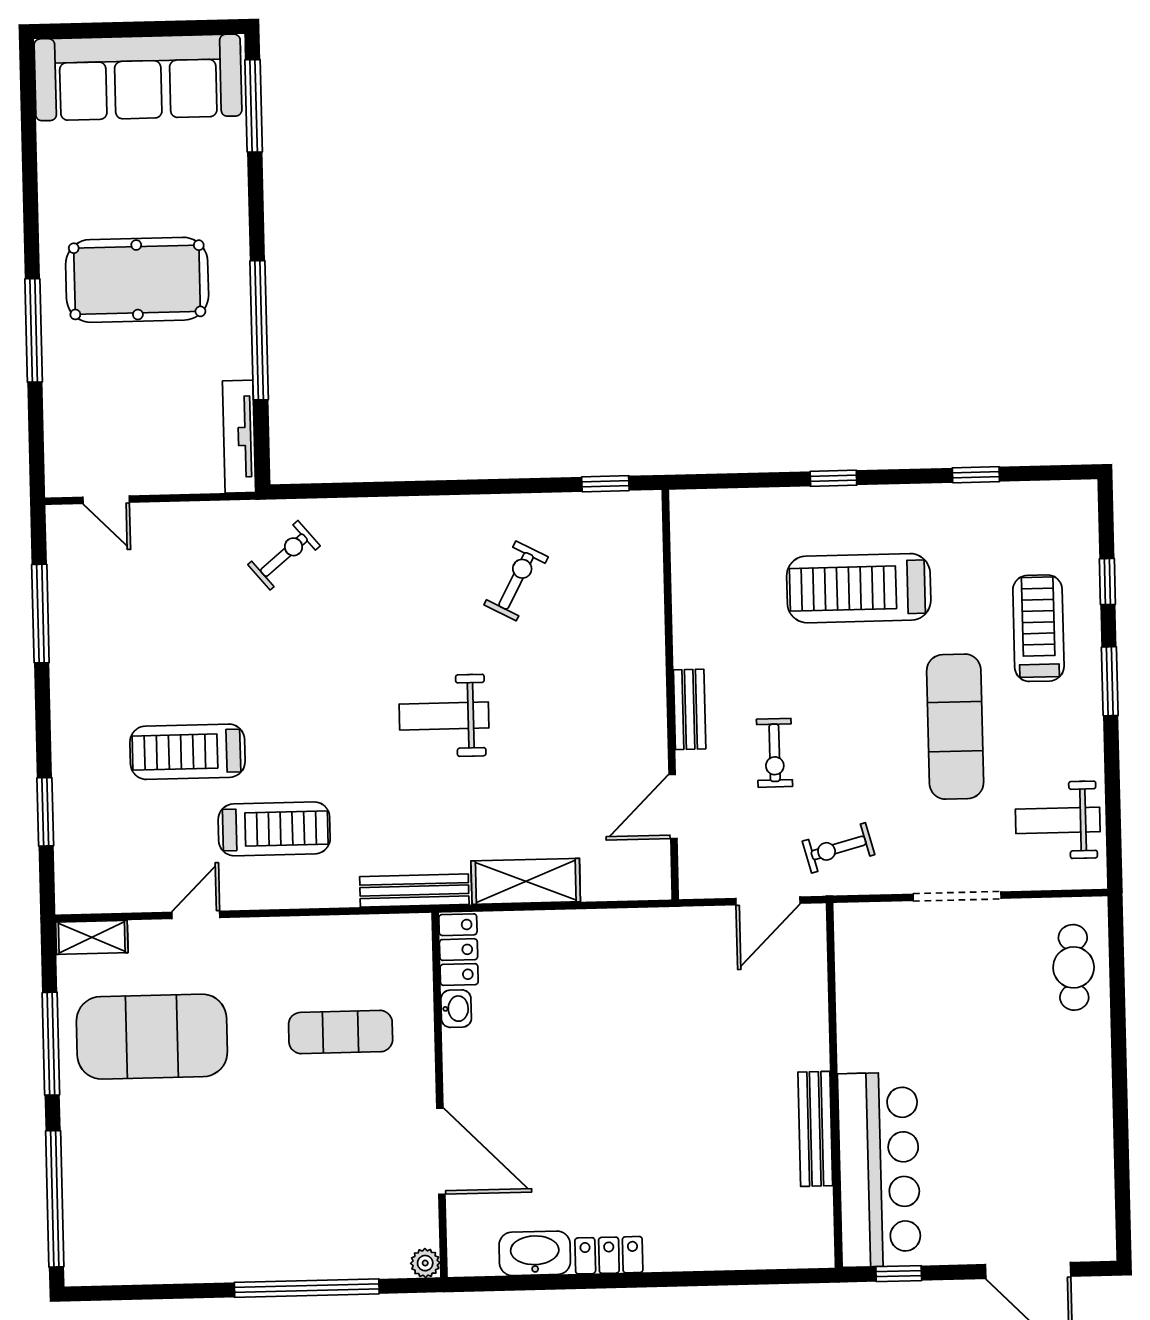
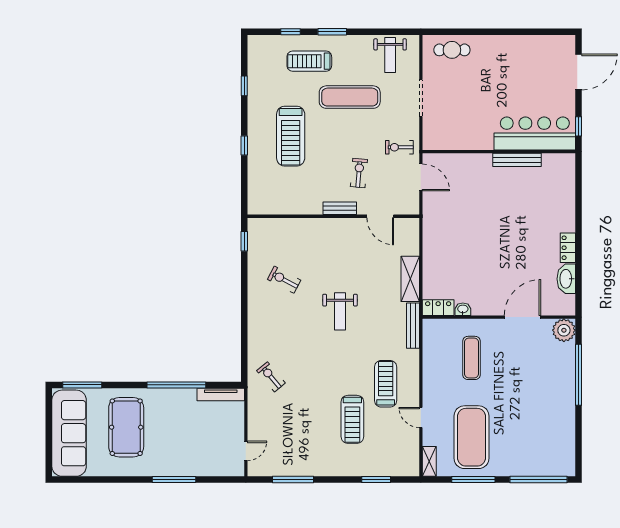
pool table: (137, 280) -> (126, 427), moved
exercise bike: (775, 753) -> (359, 173), turned -85
exercise bike: (839, 848) -> (399, 147), turned 105
plant: (425, 1263) -> (564, 330), width x1.88, depth x1.88

